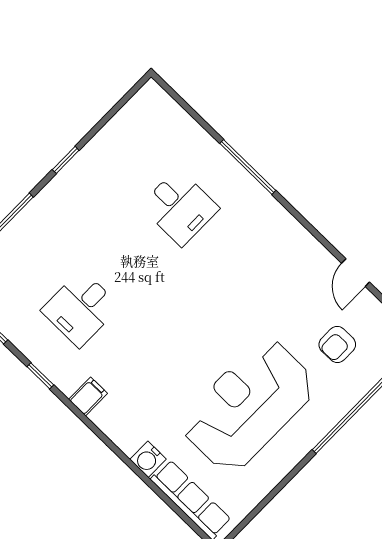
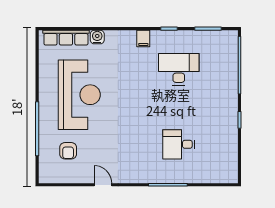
door: (356, 273) -> (103, 185), moved
desk: (81, 308) -> (179, 69), width x1.37
armchair: (337, 344) -> (68, 151), turned 180

